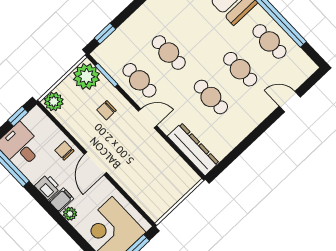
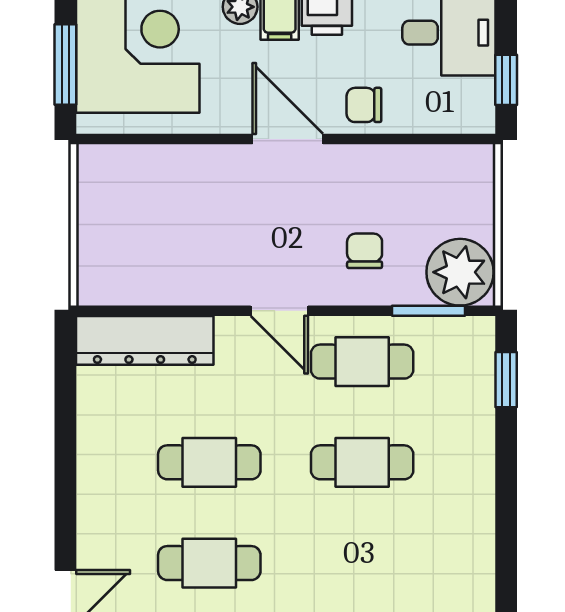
plant: (54, 101) -> (471, 170), removed
door: (148, 118) -> (279, 311), hinge flipped
chair: (64, 151) -> (364, 105), turned 180

